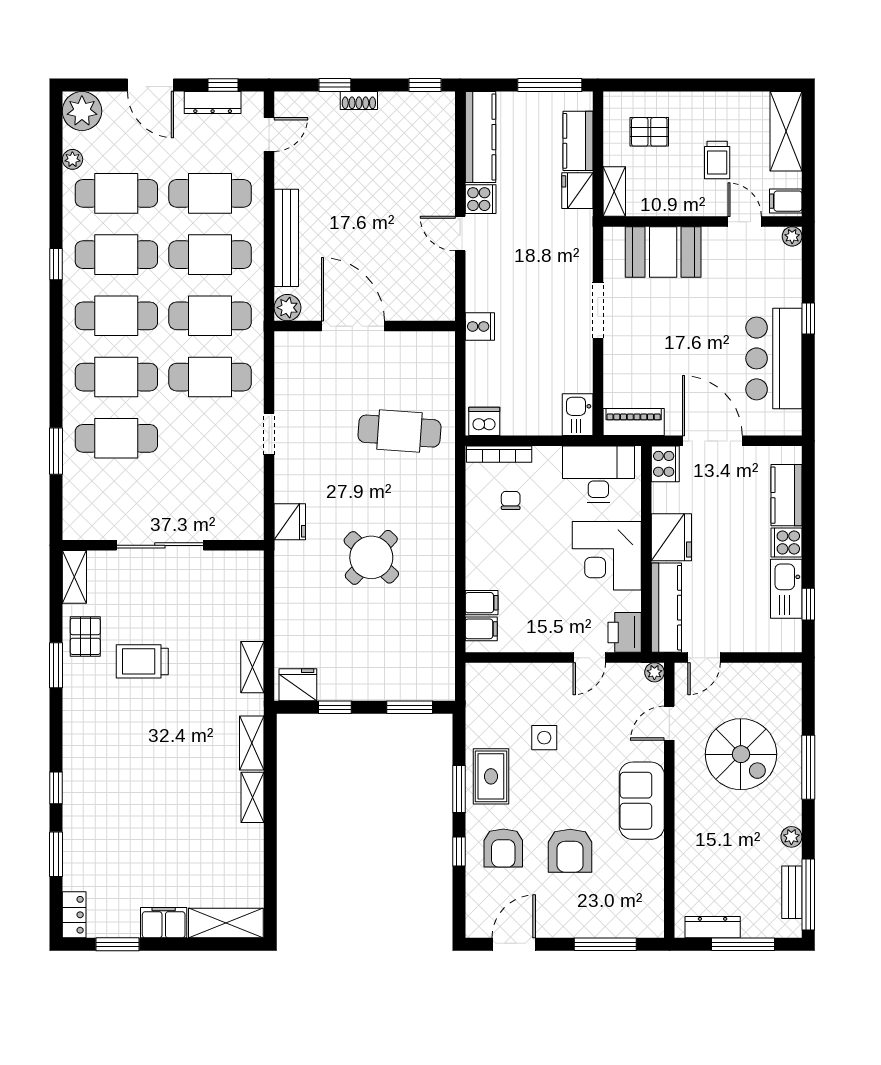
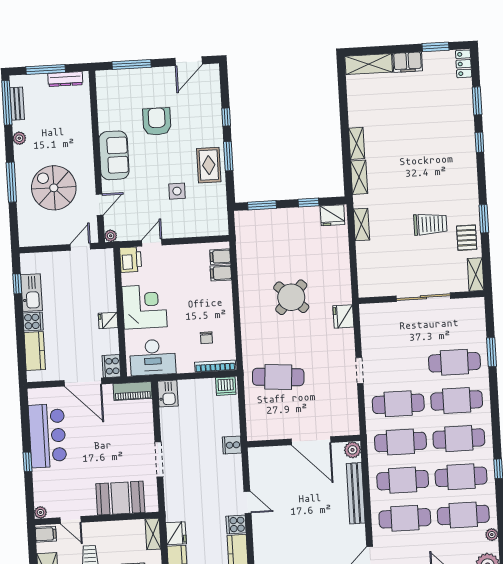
fridge: (671, 537) -> (108, 320), width x0.53, depth x0.75
kitchen counter: (666, 608) -> (106, 277), removed
armchair: (503, 848) -> (199, 121), removed

